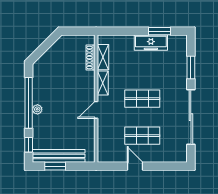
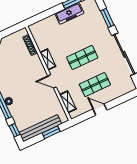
shelving: (103, 57) -> (68, 102), moved
door: (96, 110) -> (52, 81), hinge flipped
window: (55, 166) -> (51, 132), moved

